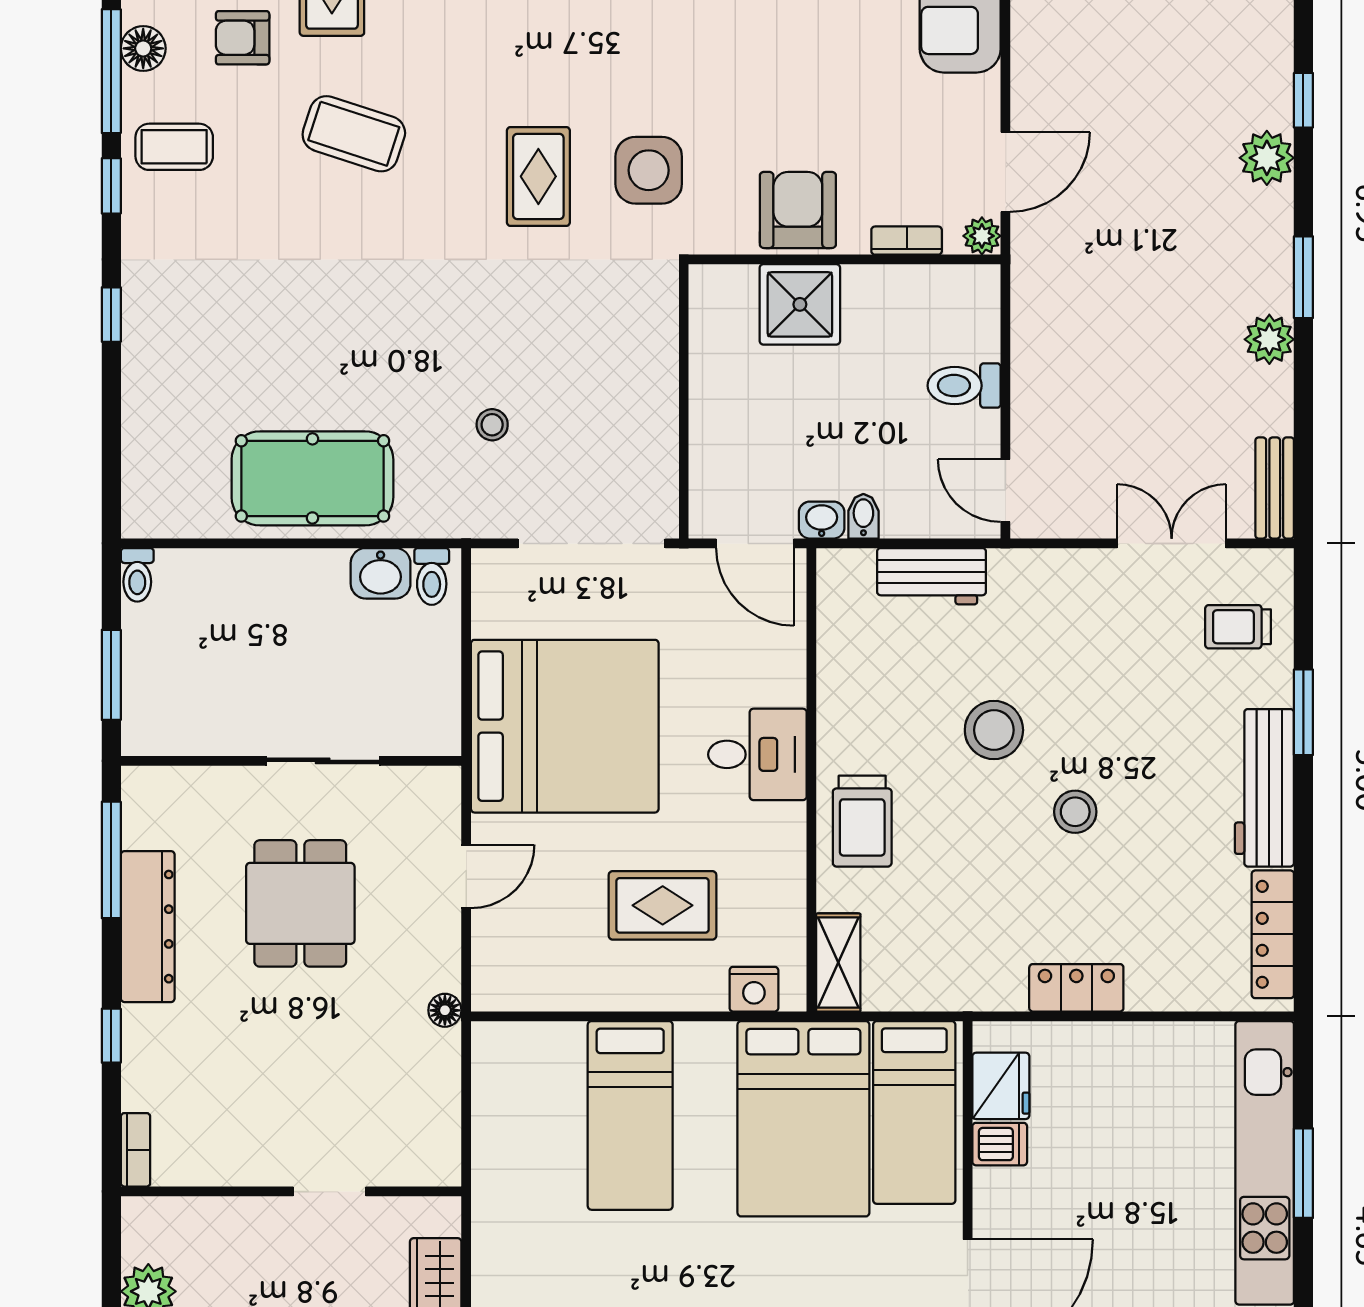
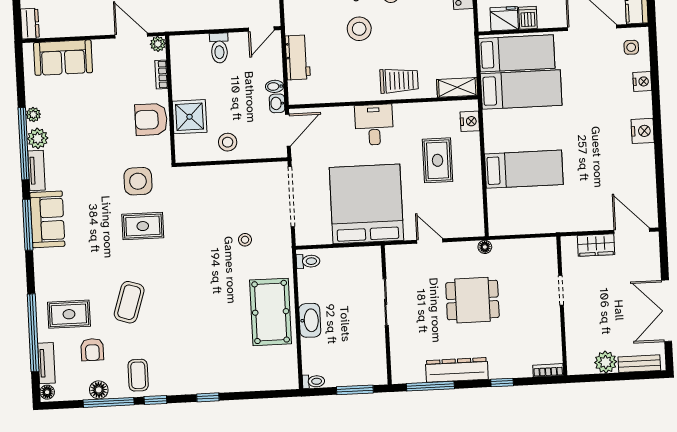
stool: (733, 394) -> (228, 142), added
washbasin: (381, 573) -> (310, 320), moved, width x1.38
dining table: (300, 903) -> (472, 300), moved
bed: (803, 1119) -> (521, 89), width x0.67

